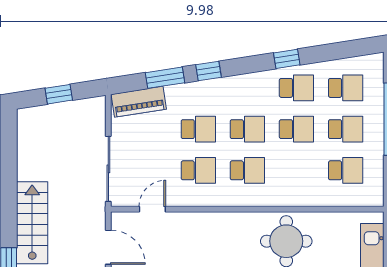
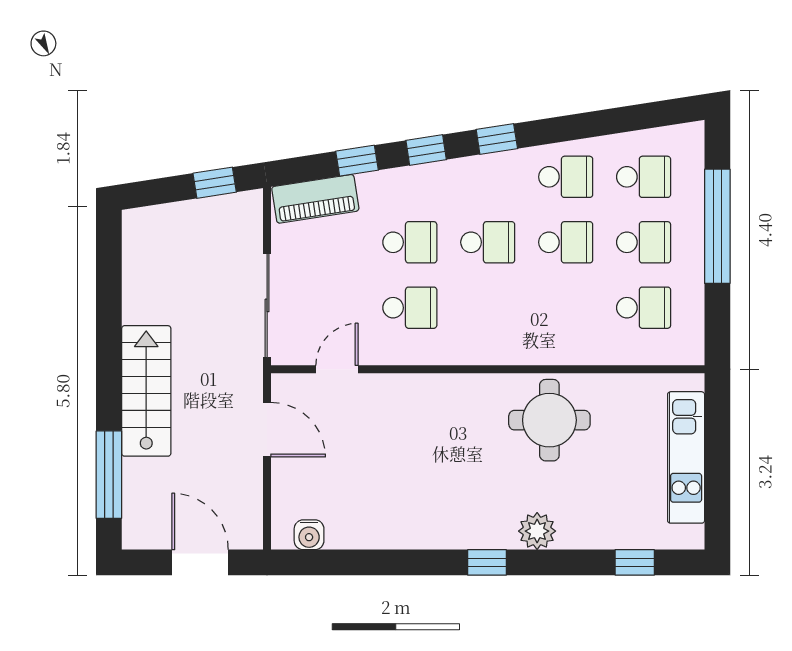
window: (287, 59) -> (497, 139), moved
window: (165, 78) -> (357, 161), width x0.67
window: (59, 94) -> (215, 183), moved
school desk: (247, 170) -> (488, 308), removed

